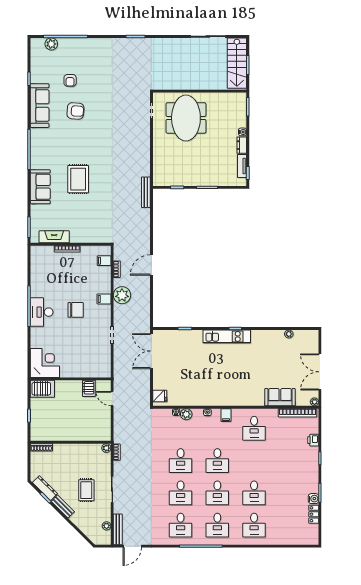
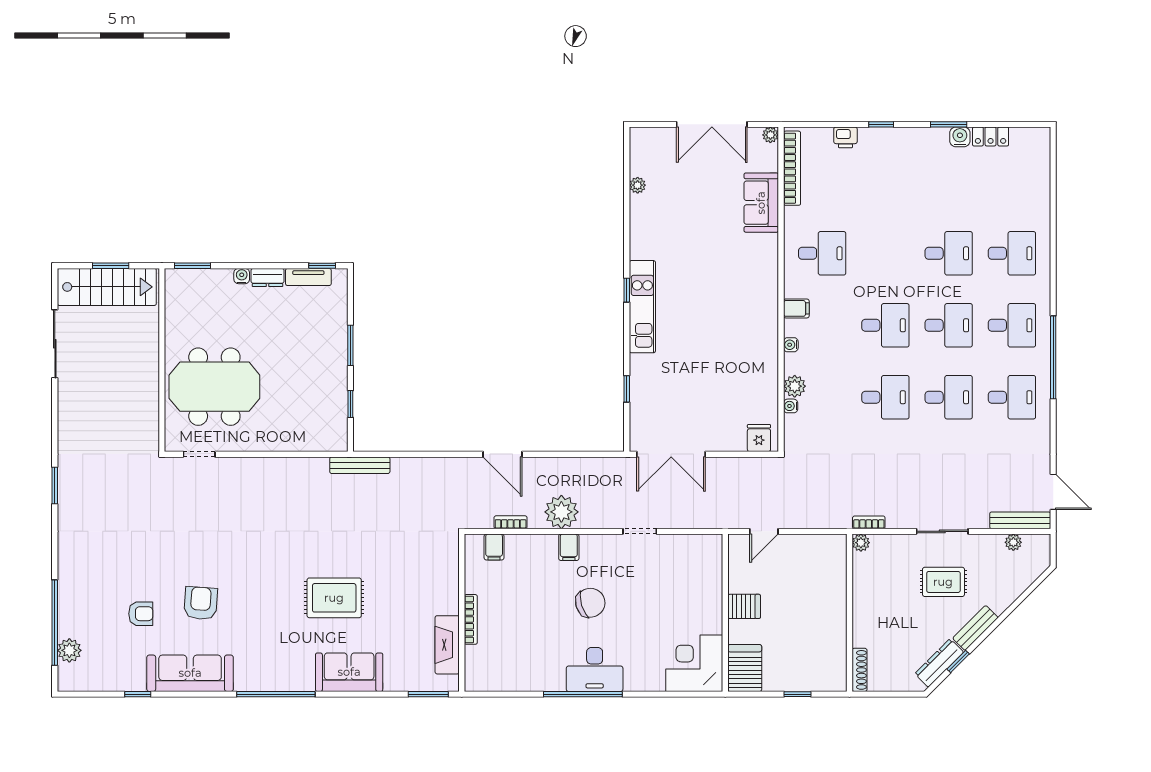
chair: (76, 310) -> (590, 603), turned 73
server rack: (89, 388) -> (744, 606), moved

